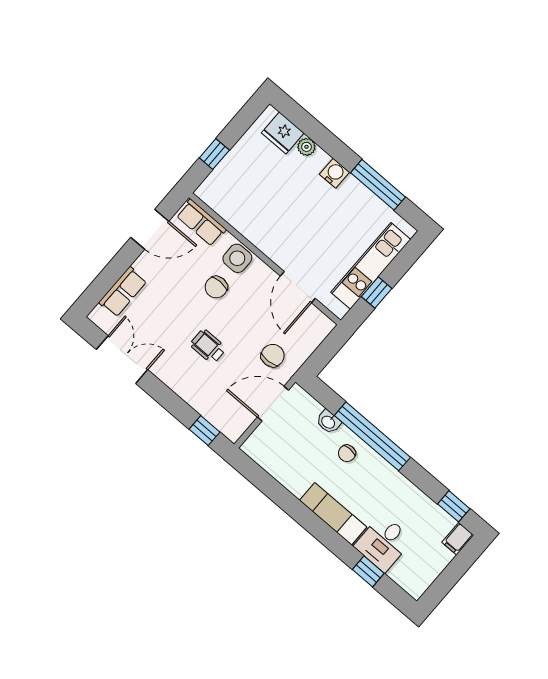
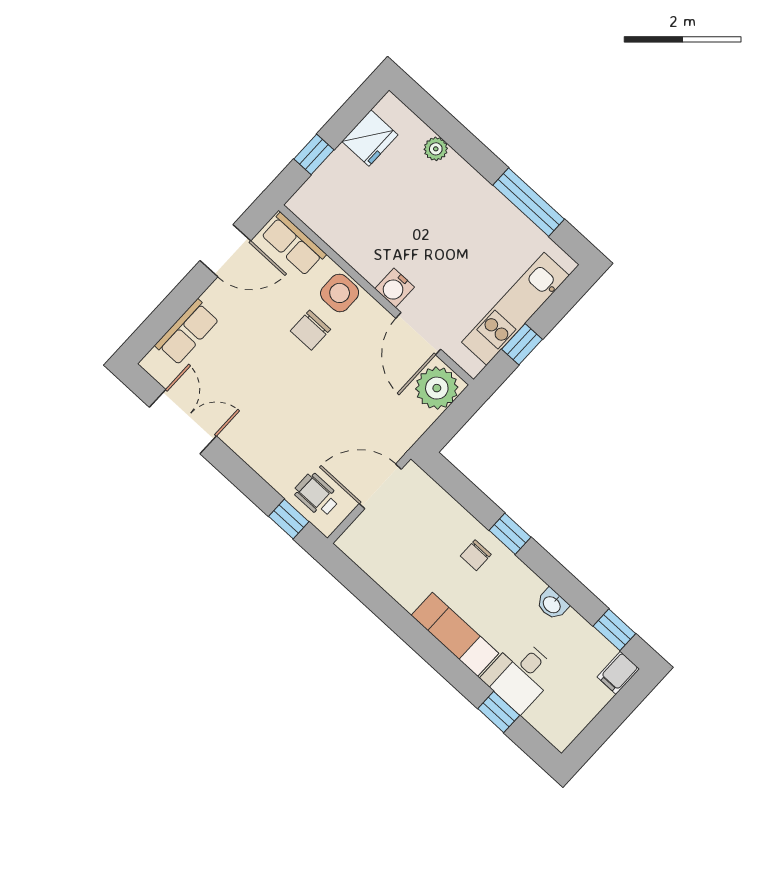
fridge: (283, 133) -> (370, 138), moved, turned -90
water cooler: (334, 173) -> (395, 288), moved, turned 180
plant: (313, 328) -> (437, 388), added
wheelchair: (208, 346) -> (317, 495), moved
chair: (273, 356) -> (382, 423), removed
washbasin: (328, 422) -> (552, 604), moved
window: (372, 436) -> (510, 534), width x0.32

